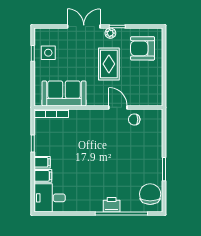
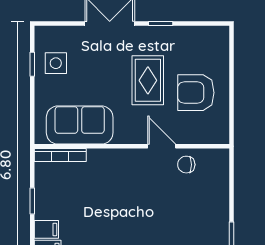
plant: (110, 33) -> (150, 34), removed
armchair: (143, 48) -> (196, 93), moved

